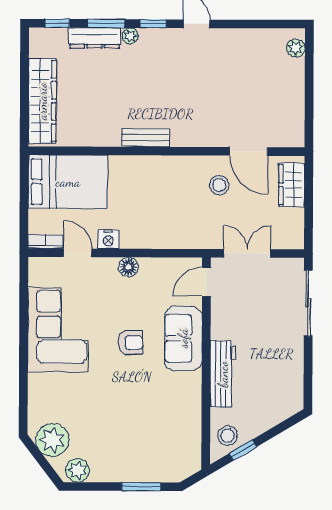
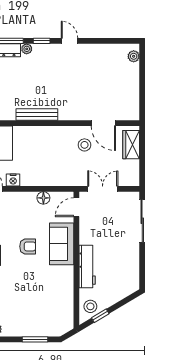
bench: (145, 138) -> (37, 115), width x1.36
floor lamp: (128, 267) -> (43, 198), moved

